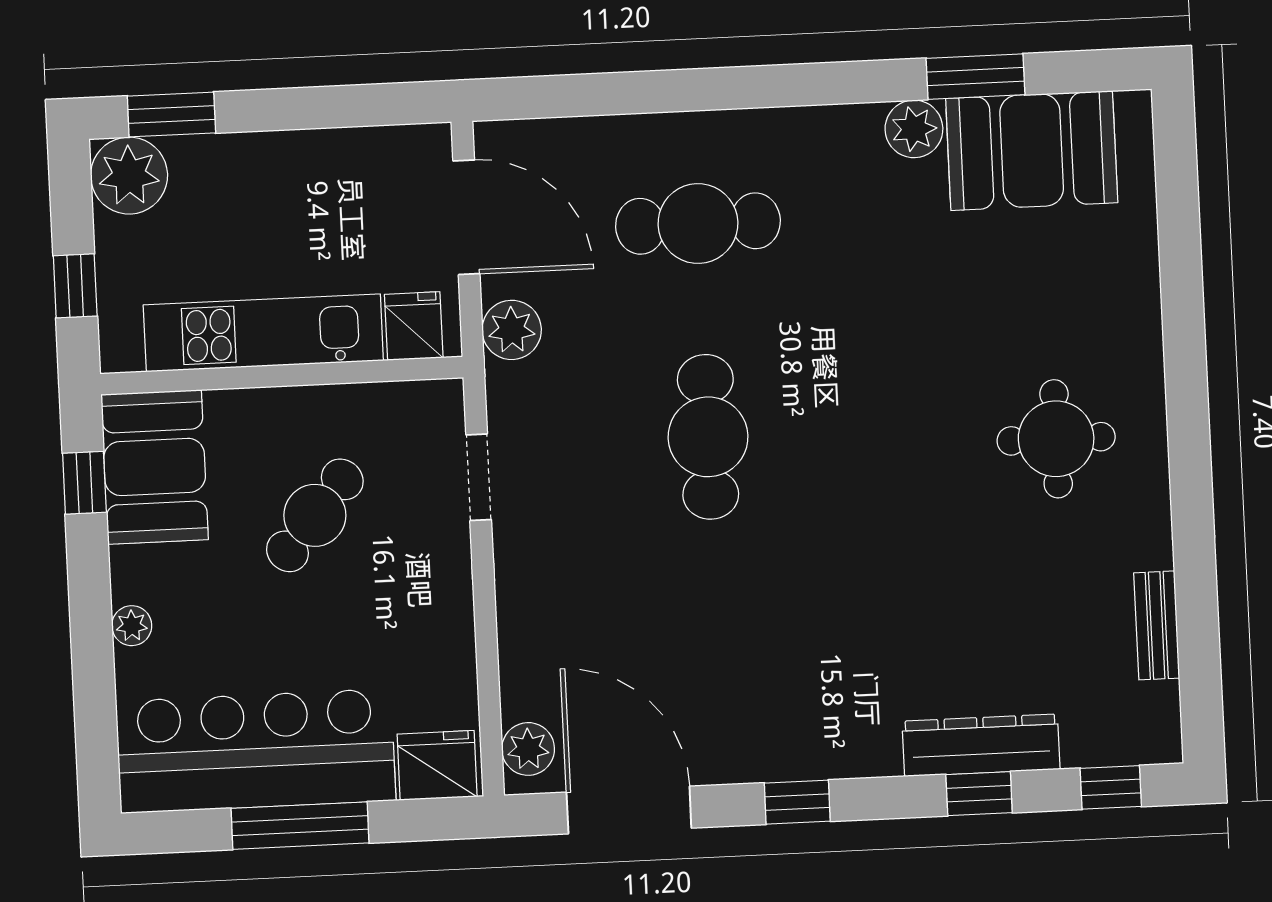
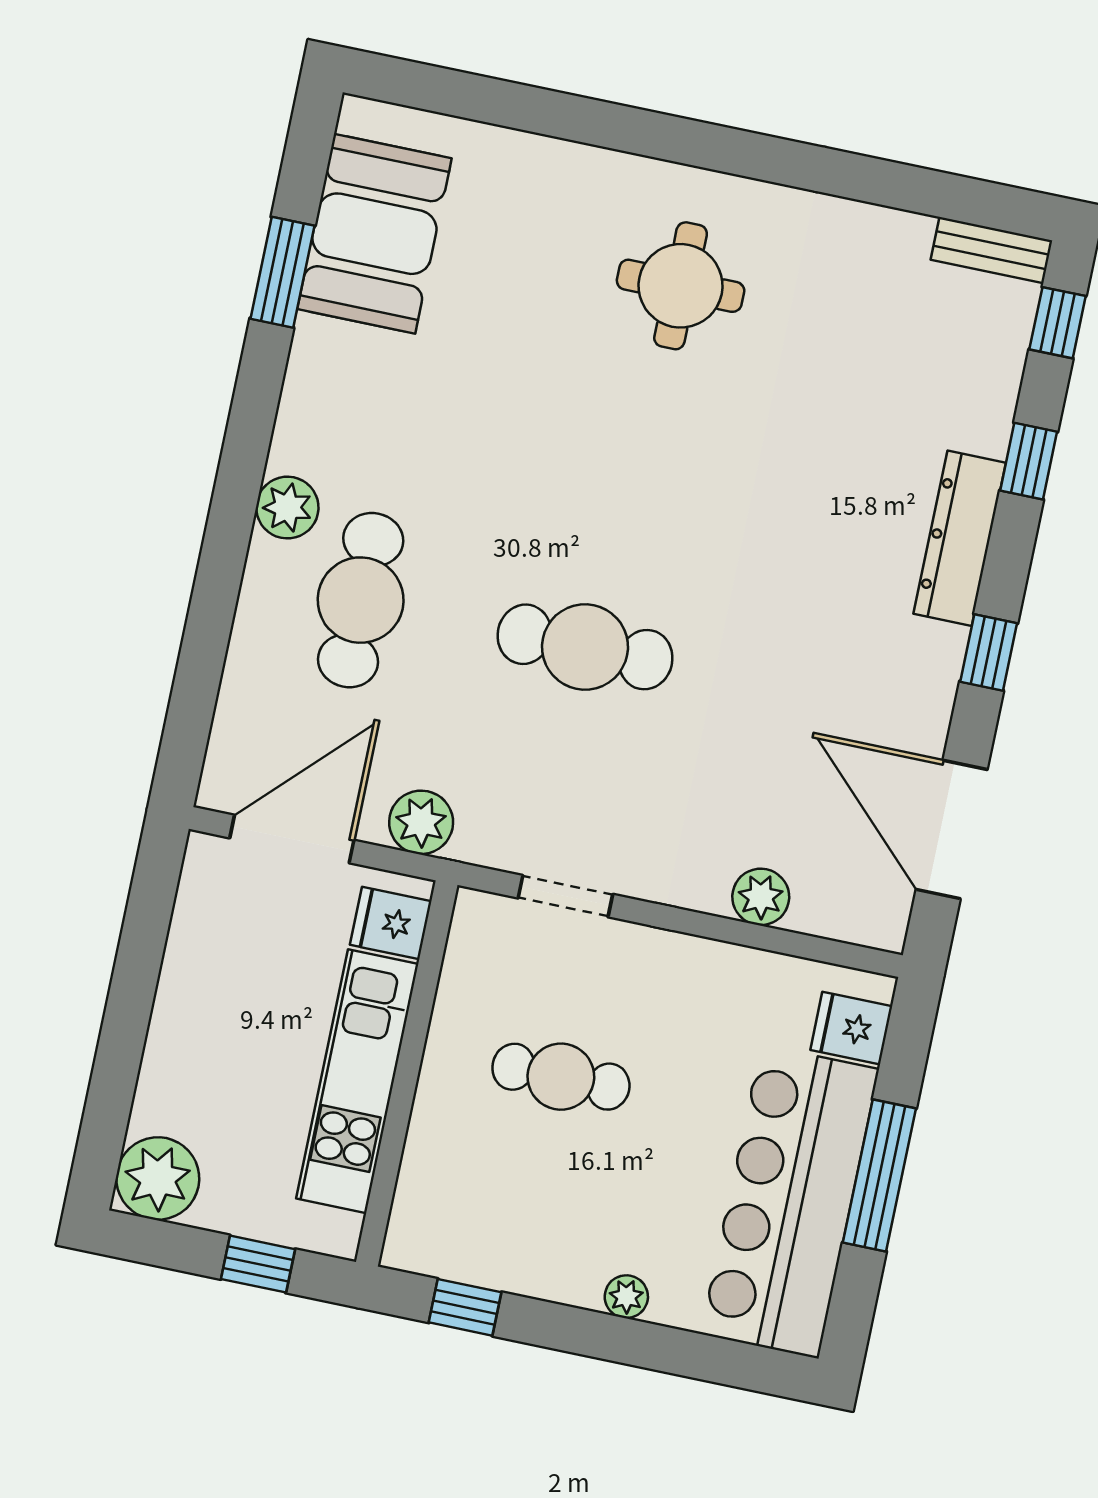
window: (171, 114) -> (106, 1118), removed
plant: (914, 129) -> (287, 508), moved
booth: (155, 467) -> (468, 1230), removed
cafe table: (315, 515) -> (561, 1077), turned -40
bench: (1157, 625) -> (991, 250), moved
dresser: (981, 745) -> (960, 538), moved
plant: (528, 749) -> (761, 897), moved
fridge: (437, 765) -> (851, 1028), width x0.72
door: (629, 810) -> (952, 830), hinge flipped

